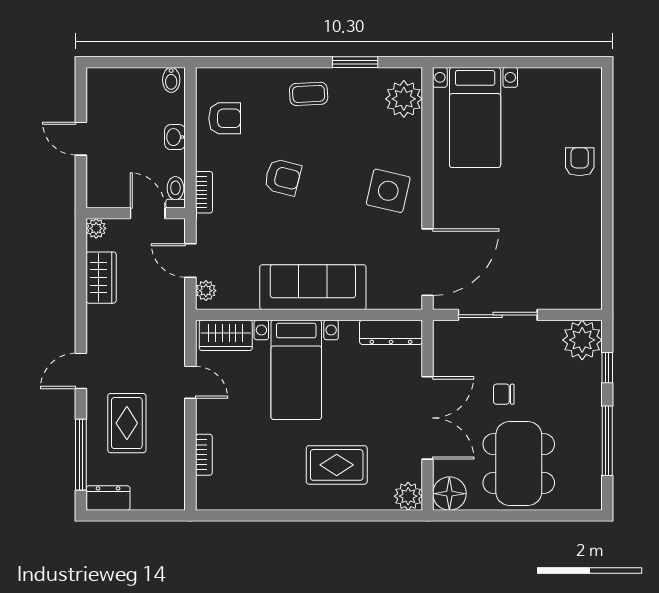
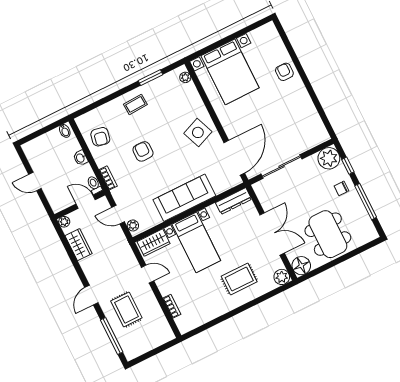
plant: (404, 99) -> (185, 77), width x0.53, depth x0.53
armchair: (225, 118) -> (100, 137), turned 101
bed with nightstands: (475, 118) -> (230, 72), width x1.36
armchair: (283, 177) -> (143, 151), turned -104
side table: (388, 191) -> (198, 132), turned -35
chair: (504, 394) -> (341, 188), moved
dresser: (108, 498) -> (135, 351), removed

